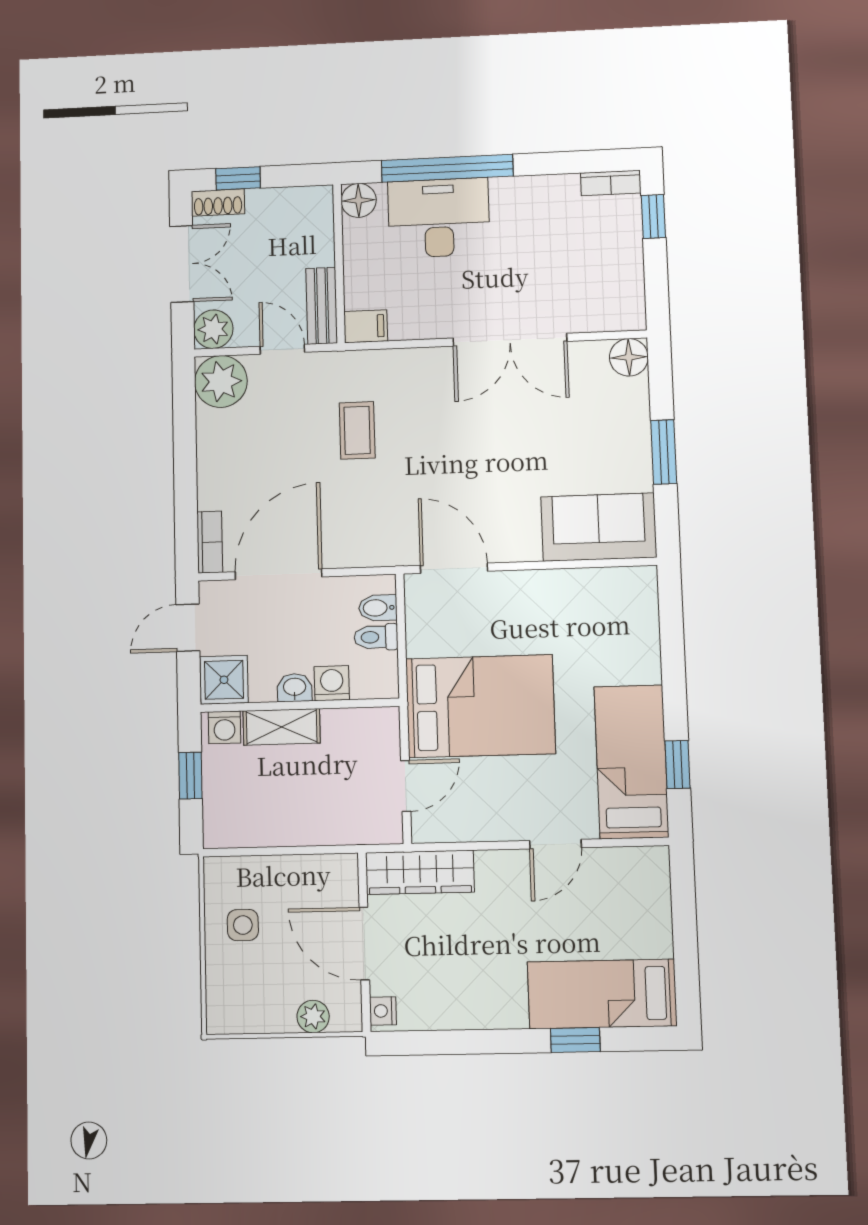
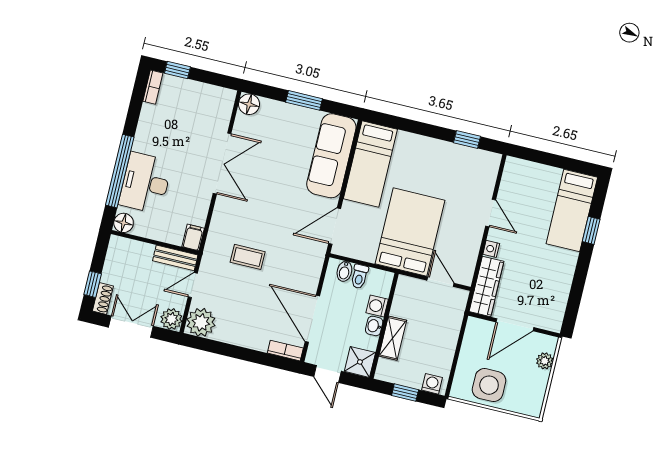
sofa: (599, 527) -> (331, 156), width x1.36
washing machine: (224, 727) -> (432, 384), moved, turned -90
bed: (631, 762) -> (370, 164), moved, turned -90
side table: (243, 925) -> (489, 385), width x1.87, depth x1.87
nightstand: (383, 1011) -> (491, 249), moved, turned 90

